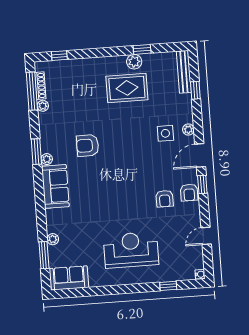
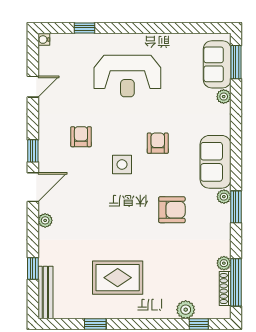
plant: (134, 62) -> (186, 310), moved
side table: (165, 133) -> (122, 164), moved
armchair: (189, 193) -> (158, 143), moved
window: (44, 255) -> (236, 62), moved
sofa: (69, 278) -> (217, 64), moved, turned 90

